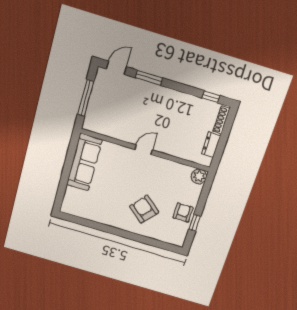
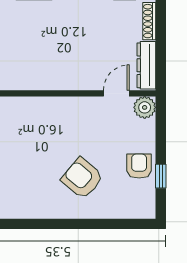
dresser: (211, 144) -> (146, 65), width x1.44
door: (144, 150) -> (116, 93), moved

